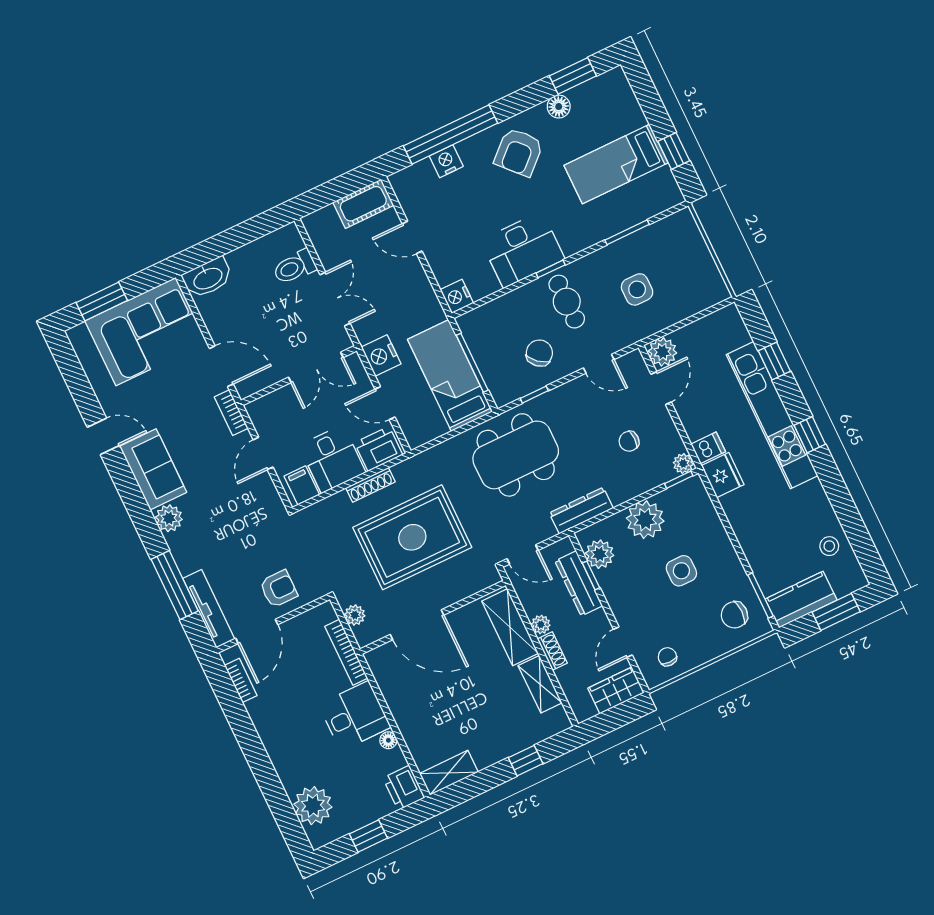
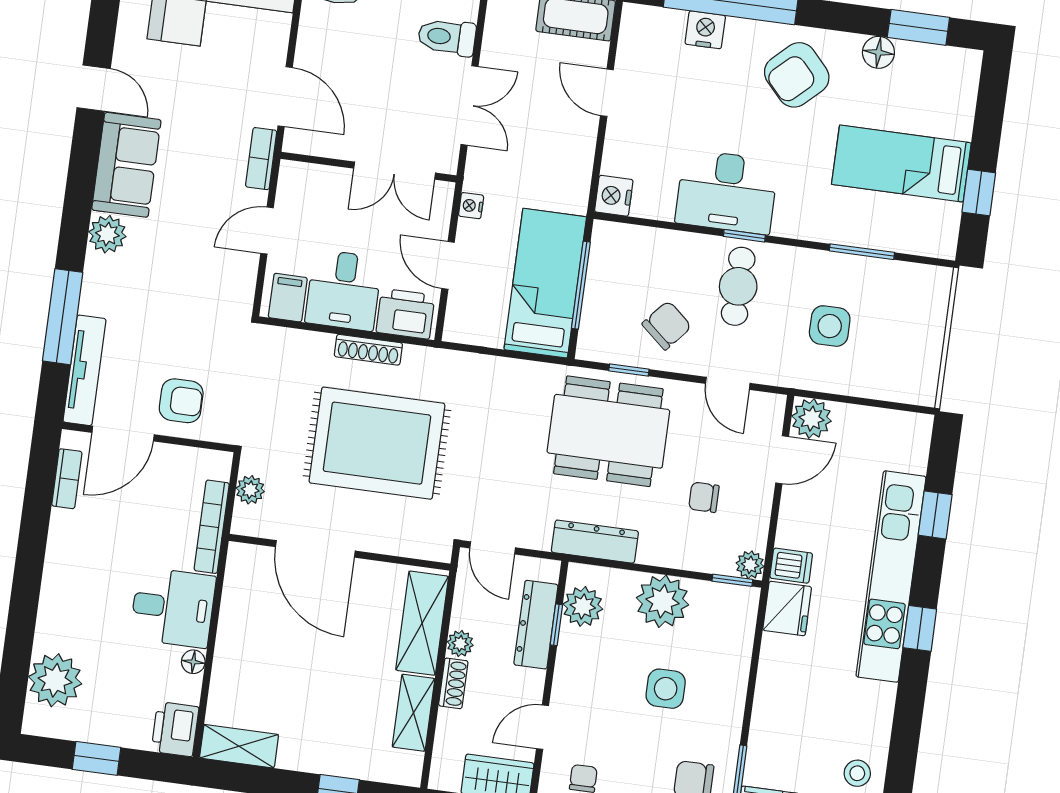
nightstand: (381, 356) -> (471, 206), width x0.53, depth x0.56
dining table: (516, 455) -> (608, 431), moved

